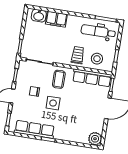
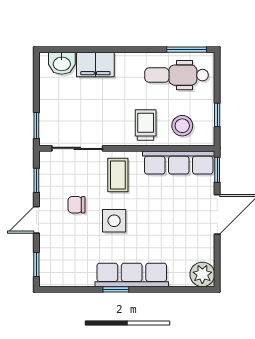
row of seats: (35, 129) -> (132, 275), moved

